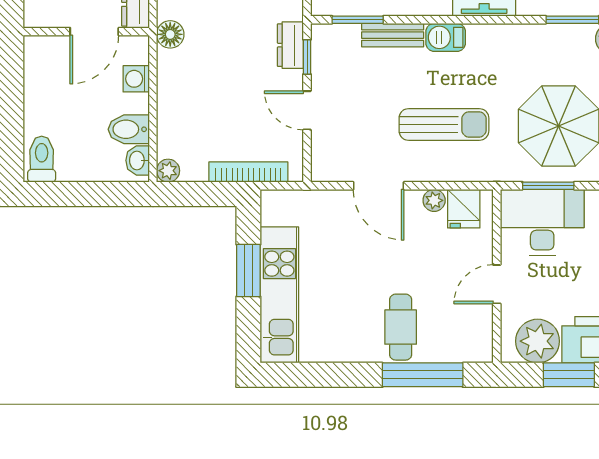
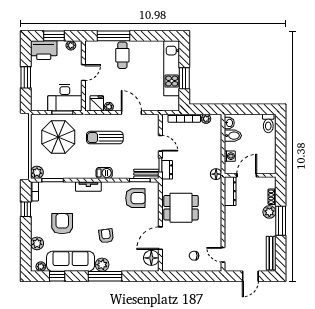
bench: (393, 35) -> (146, 174), moved
plant: (168, 171) -> (206, 119), moved
plant: (538, 341) -> (71, 45), width x0.53, depth x0.53

